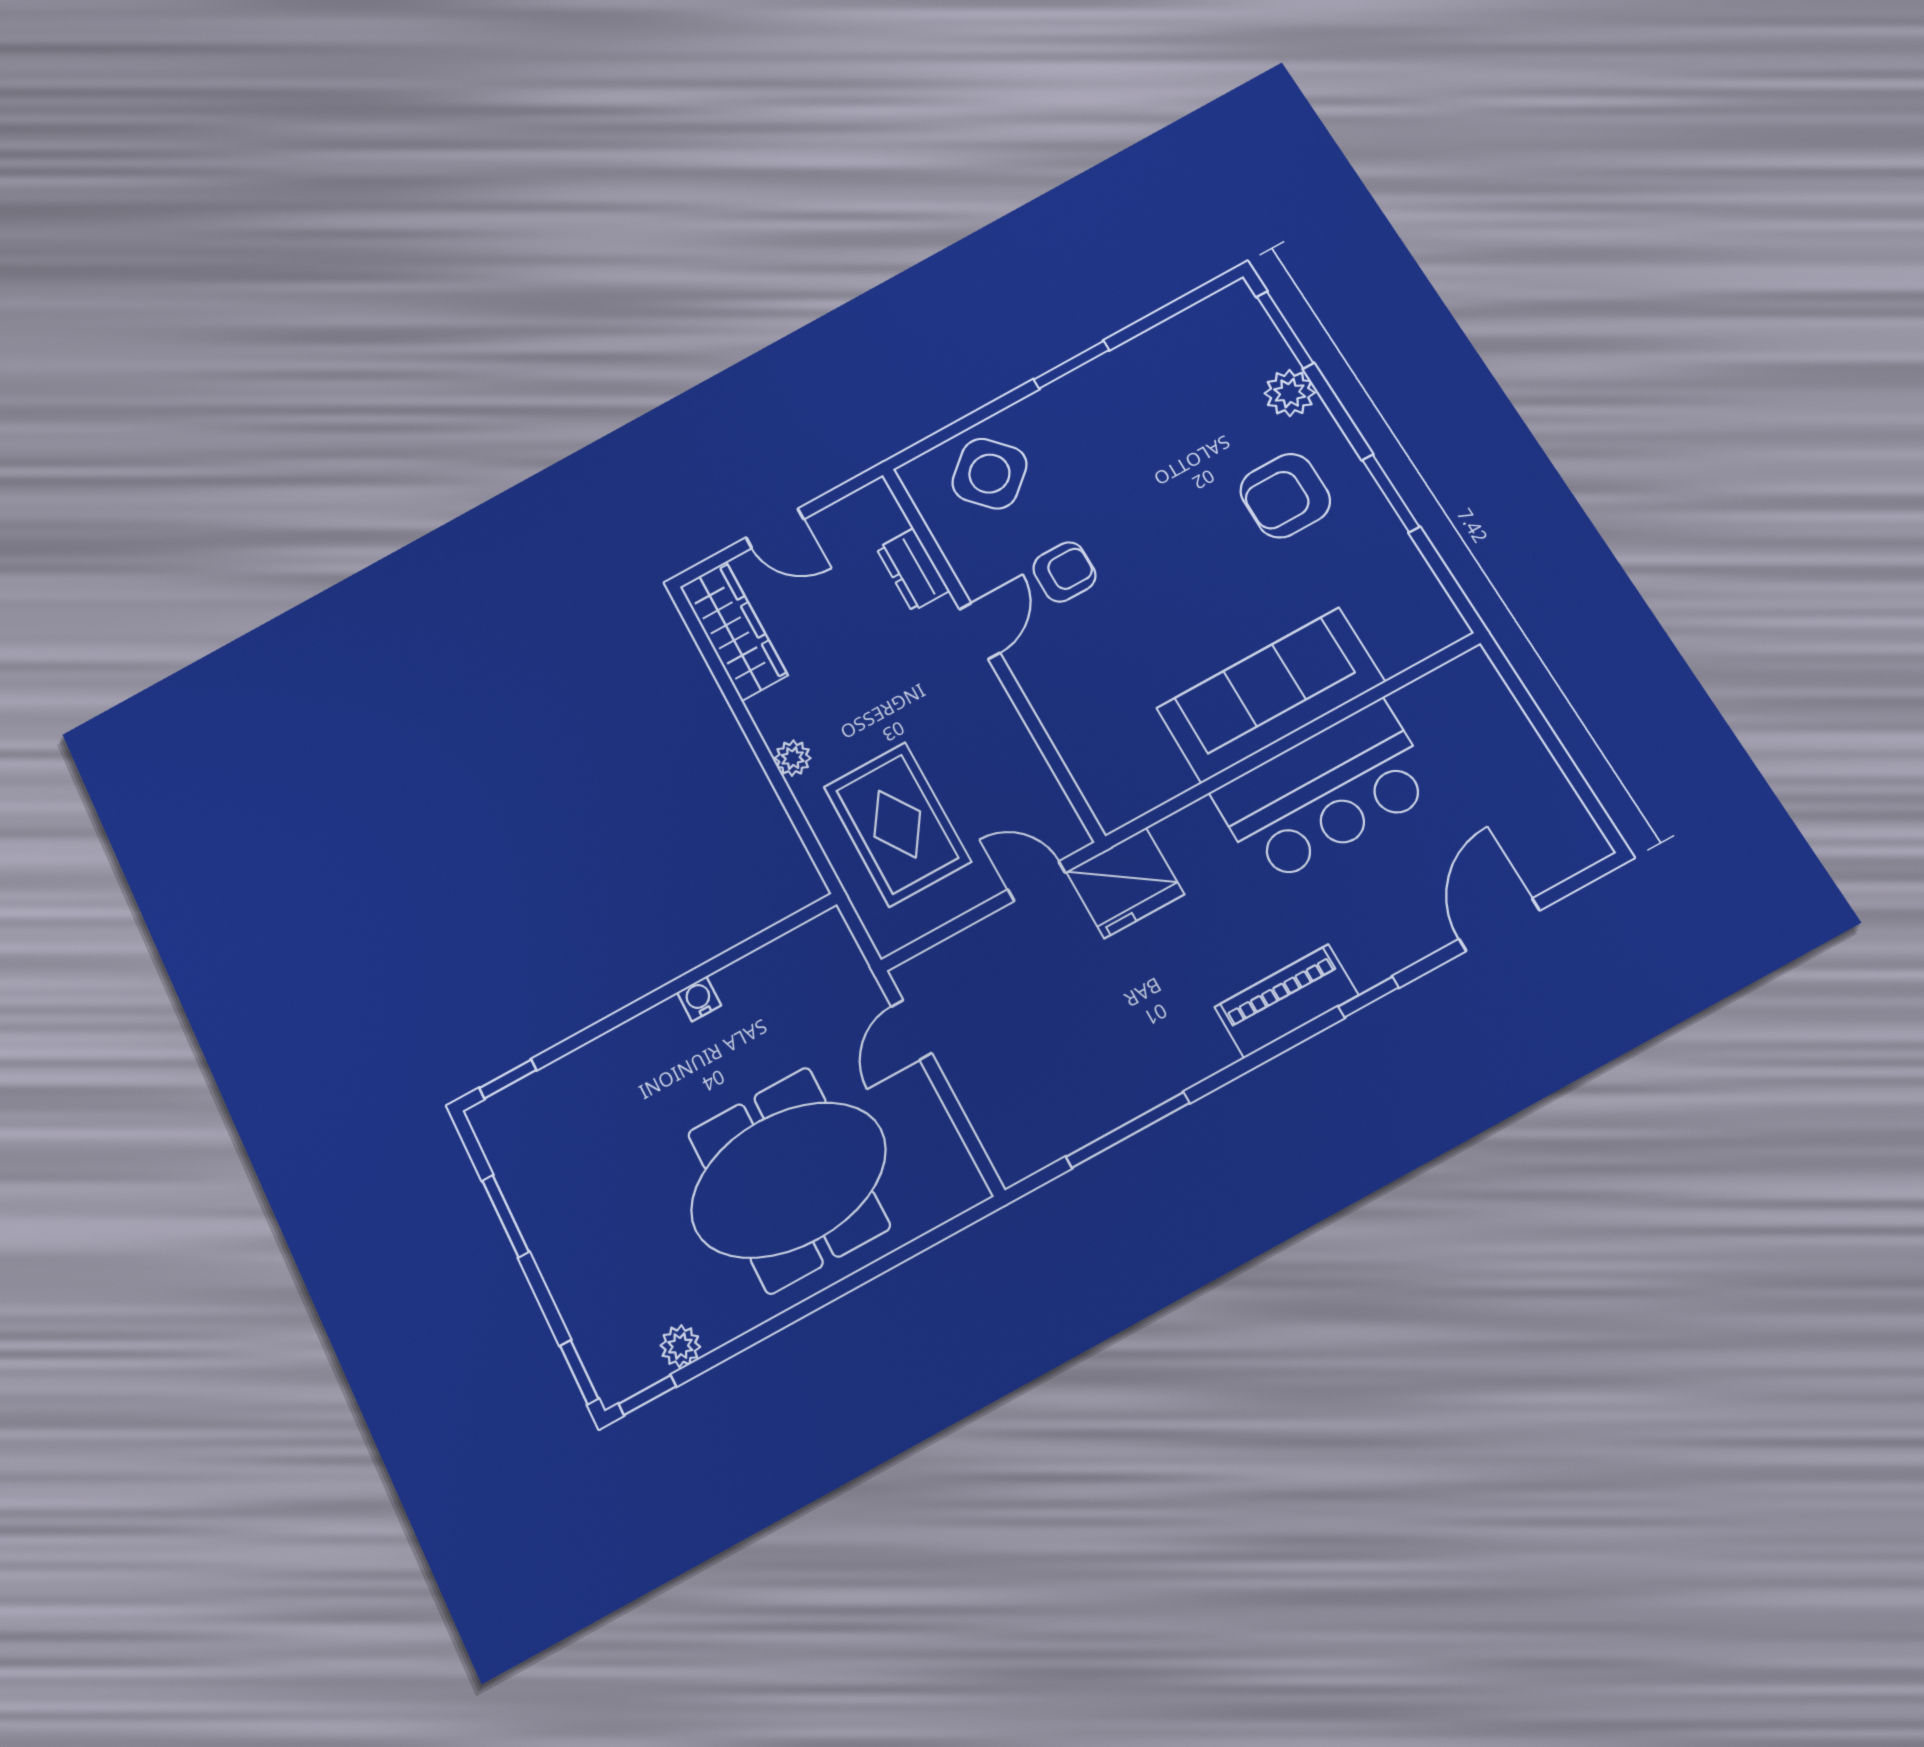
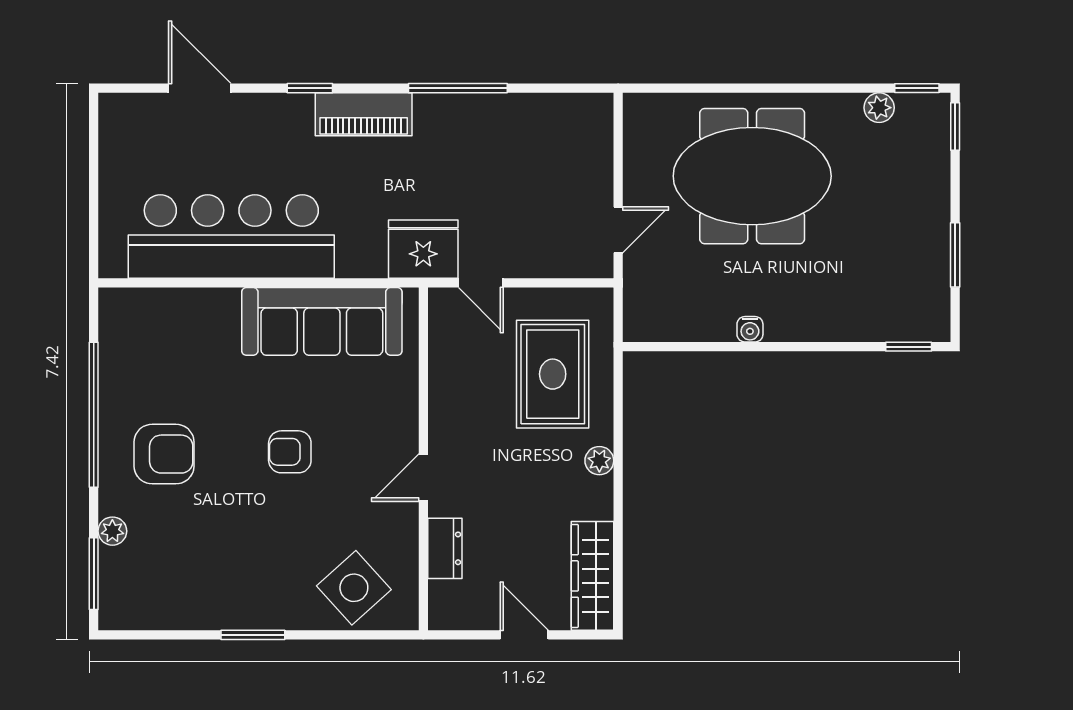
plant: (1290, 393) -> (112, 531), width x0.73, depth x0.73
window: (1391, 493) -> (94, 415), width x2.11
armchair: (1064, 572) -> (290, 452), moved
sofa: (1270, 695) -> (322, 321), moved
bar counter: (1324, 792) -> (231, 236), width x1.36
door: (1499, 925) -> (200, 88), swing flipped
window: (1128, 1130) -> (458, 88), moved

